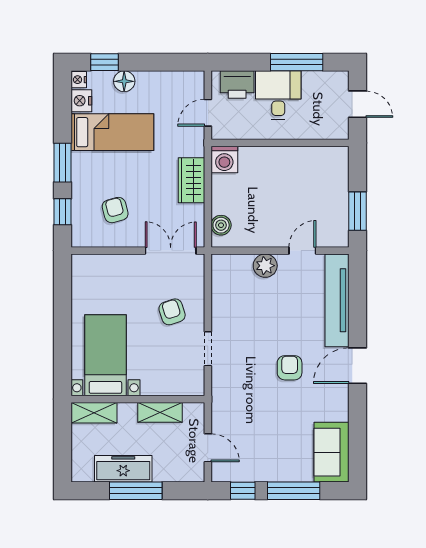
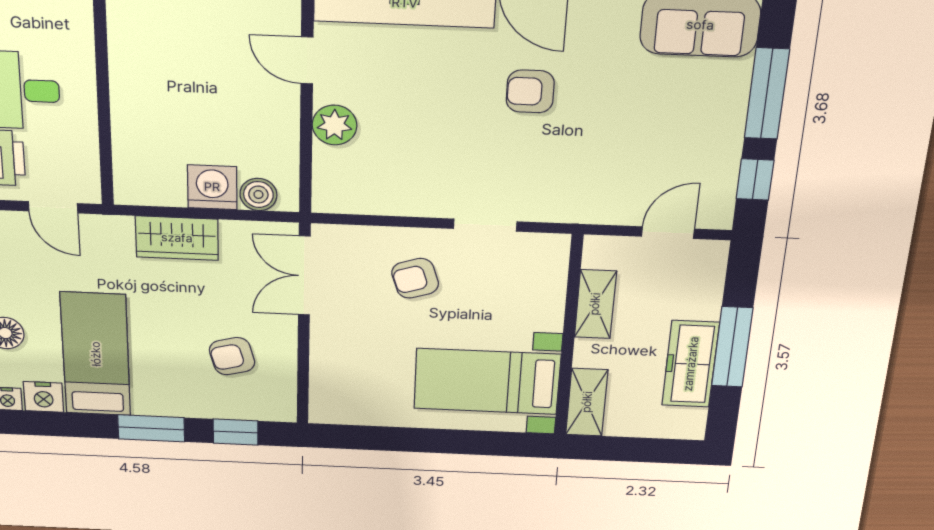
washing machine: (224, 159) -> (212, 187), moved, turned -90

